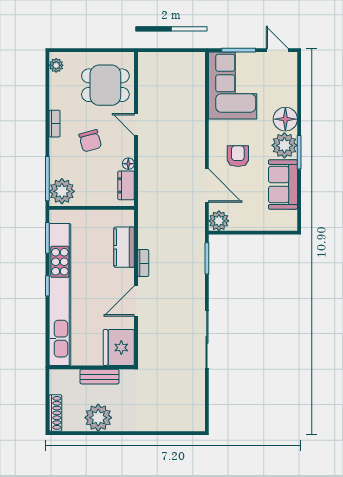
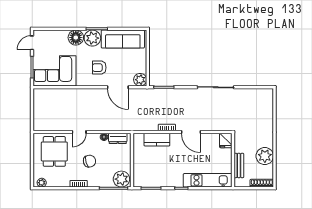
sofa: (283, 184) -> (123, 39), width x1.36
door: (207, 186) -> (118, 87), swing flipped
kitchen unit: (60, 295) -> (208, 180), width x0.54
fridge: (119, 348) -> (226, 141), width x0.53, depth x0.75
bench: (100, 377) -> (239, 165), moved

